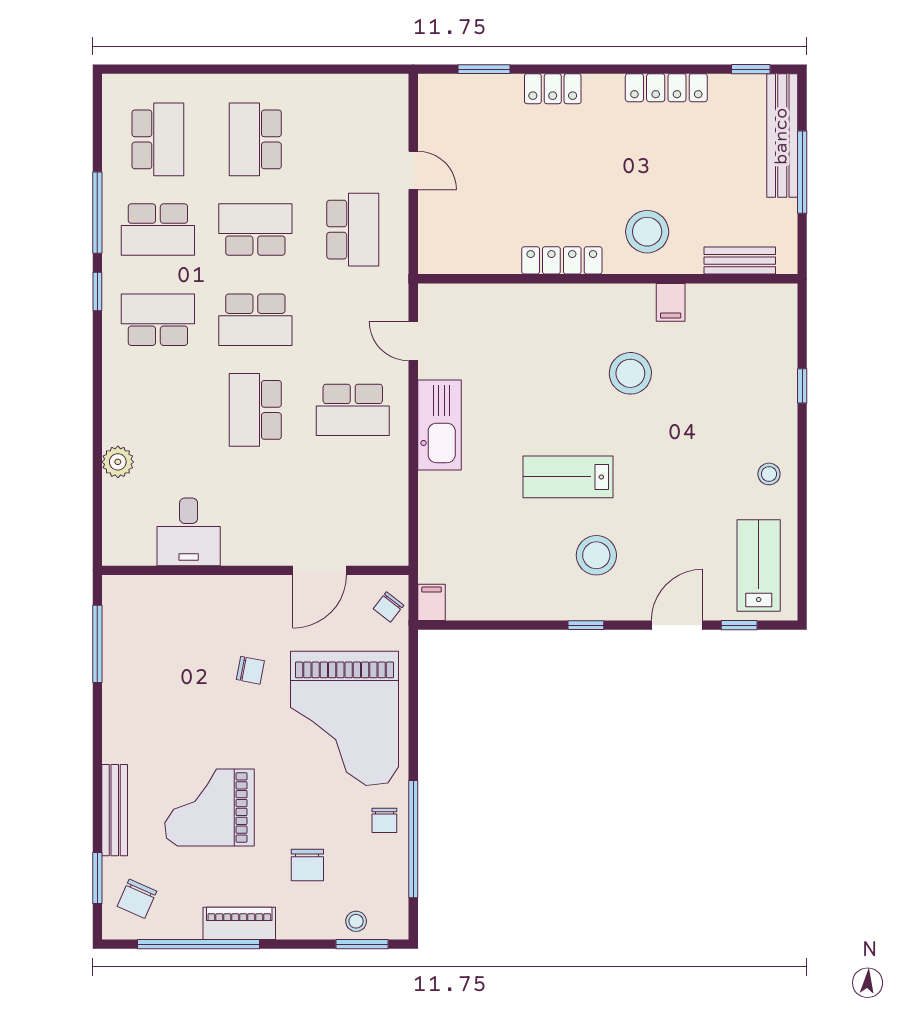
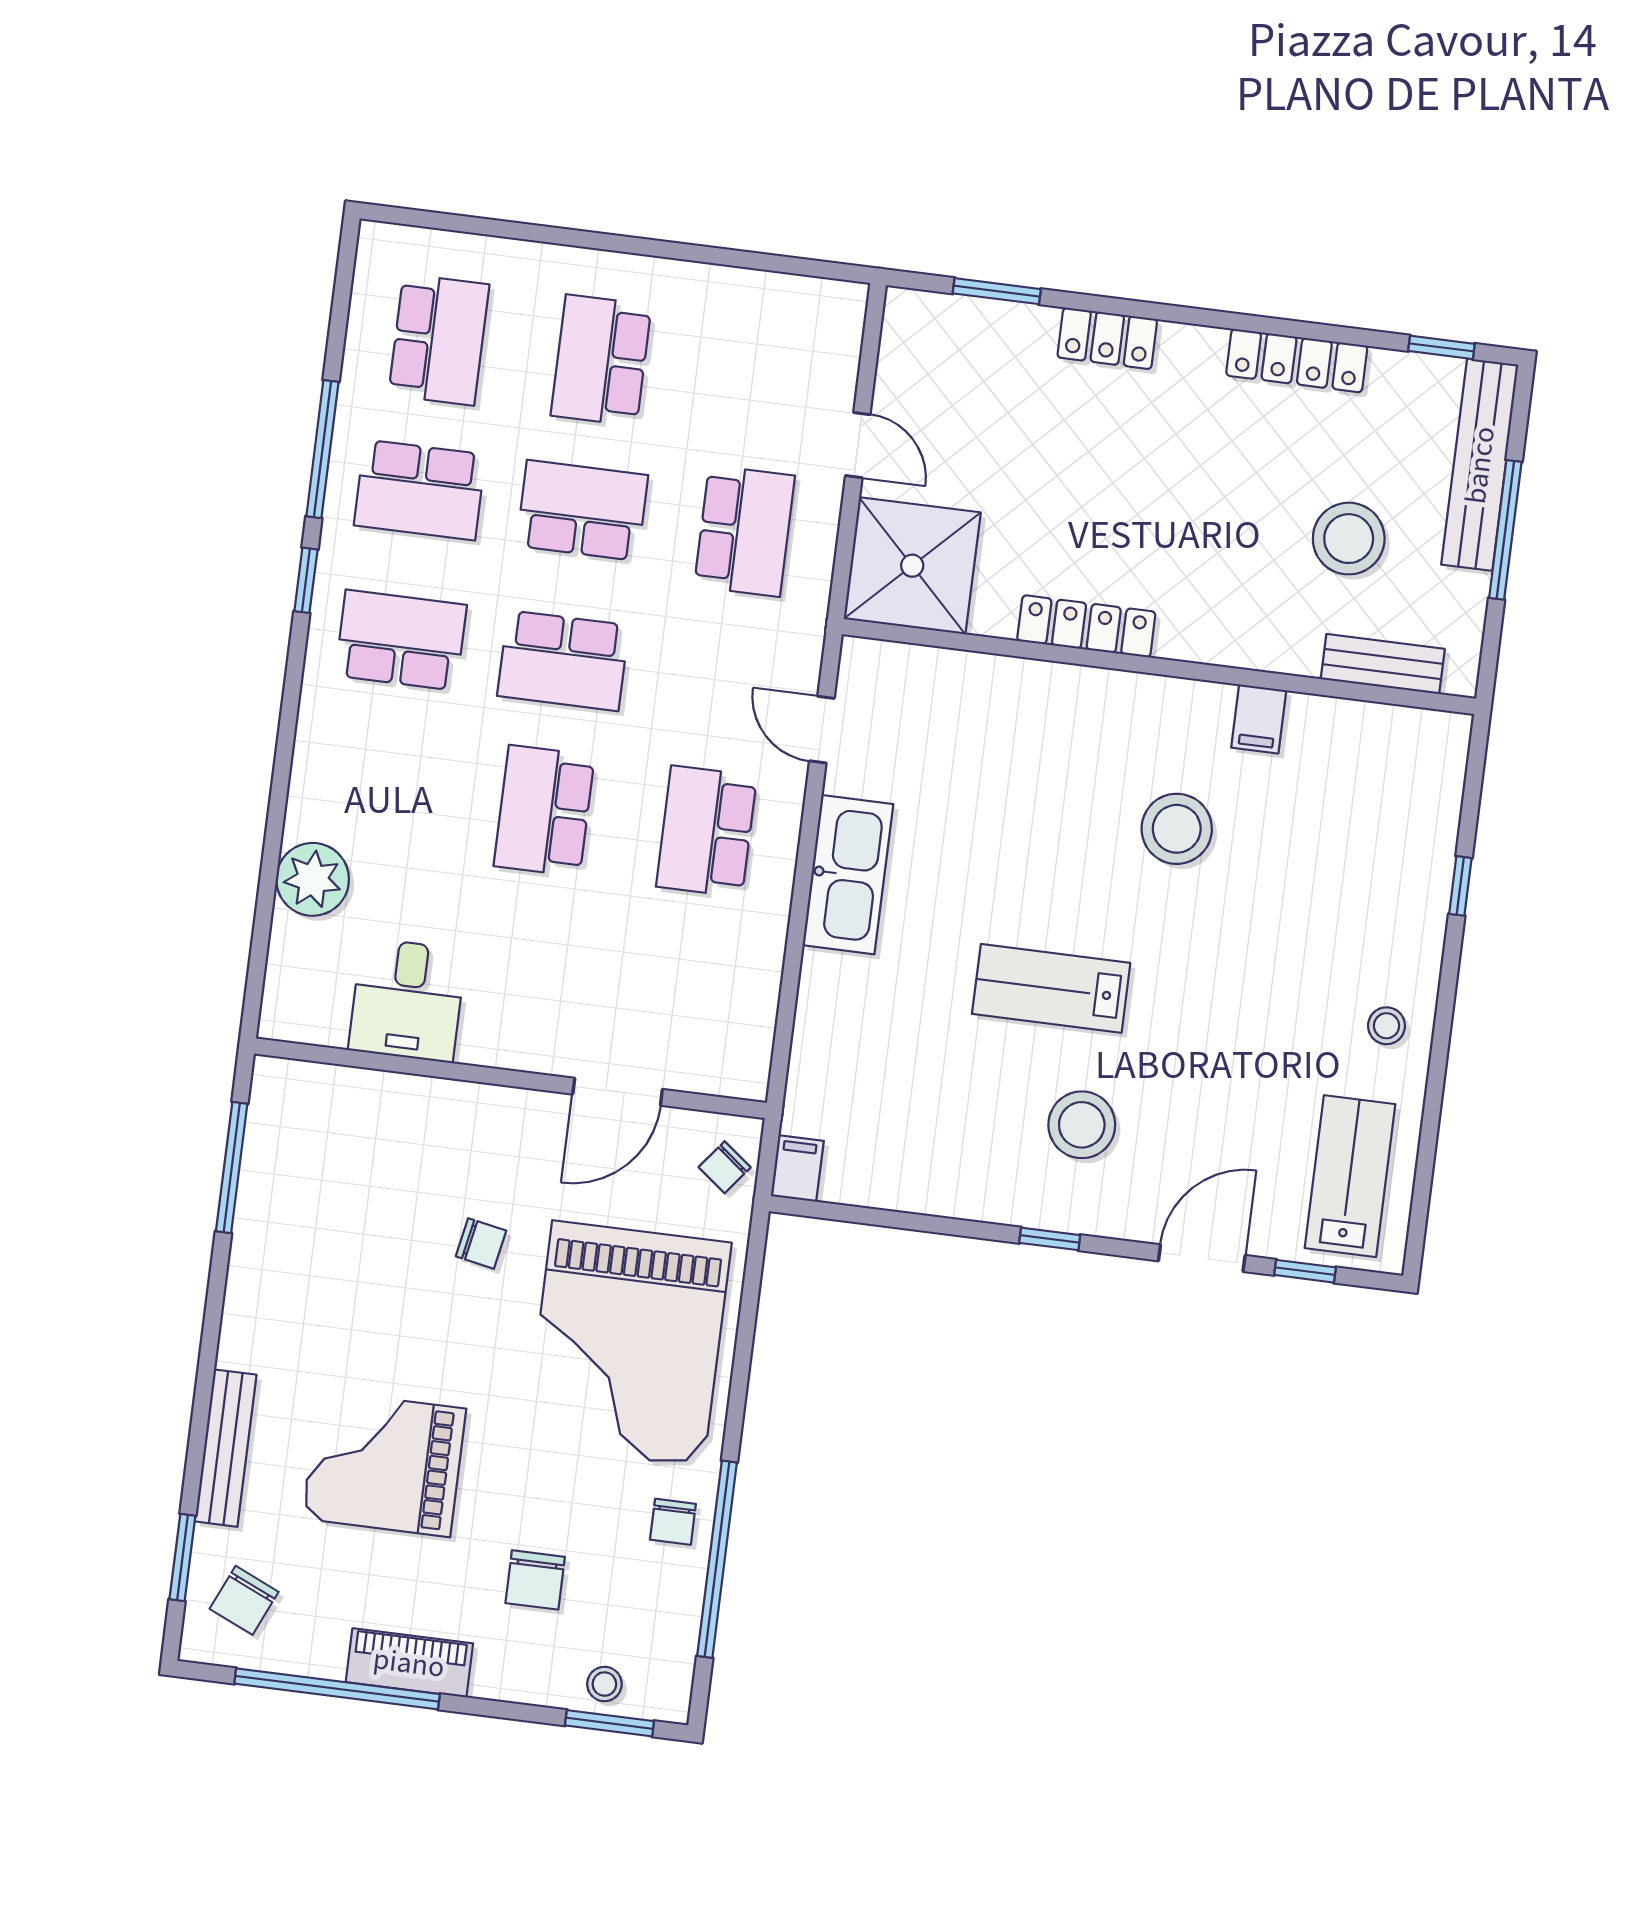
stool: (647, 232) -> (1349, 539), moved
shower: (454, 238) -> (912, 566), added
school desk: (353, 410) -> (706, 831), turned 90
plant: (118, 462) -> (313, 879), width x1.36, depth x1.36

